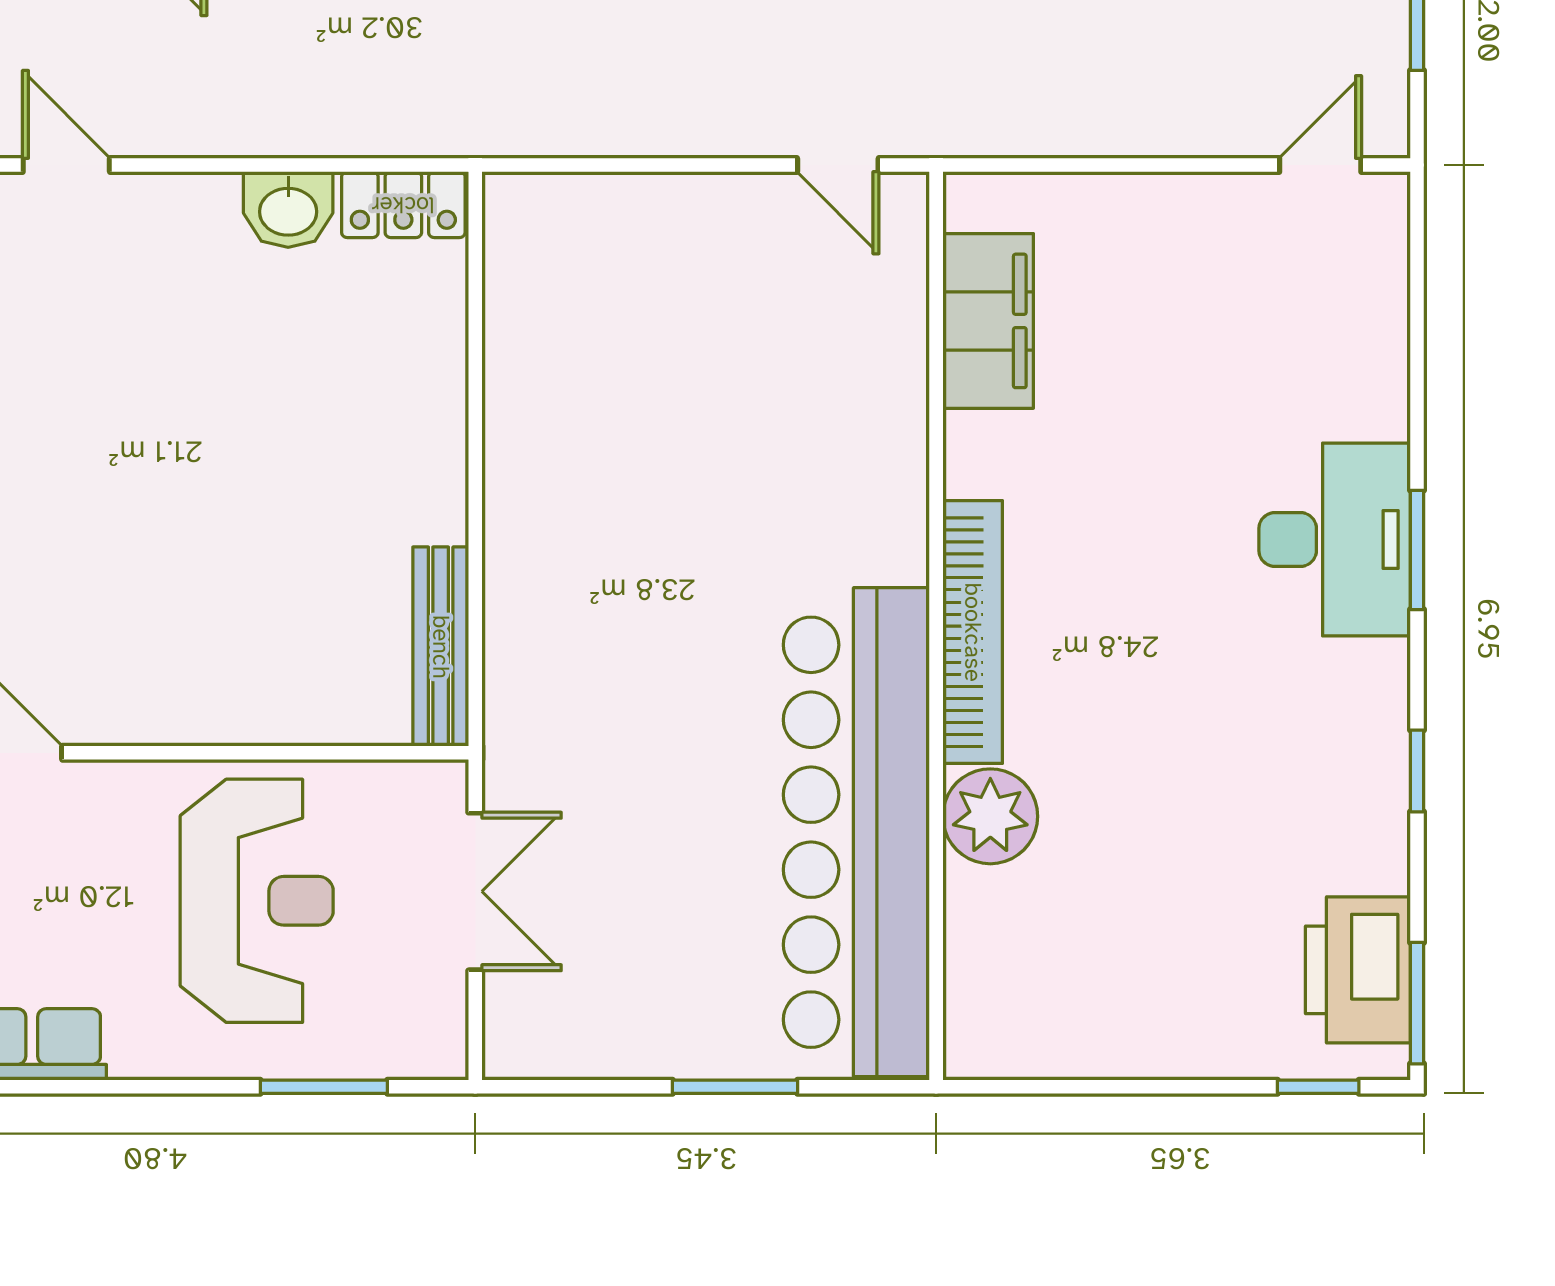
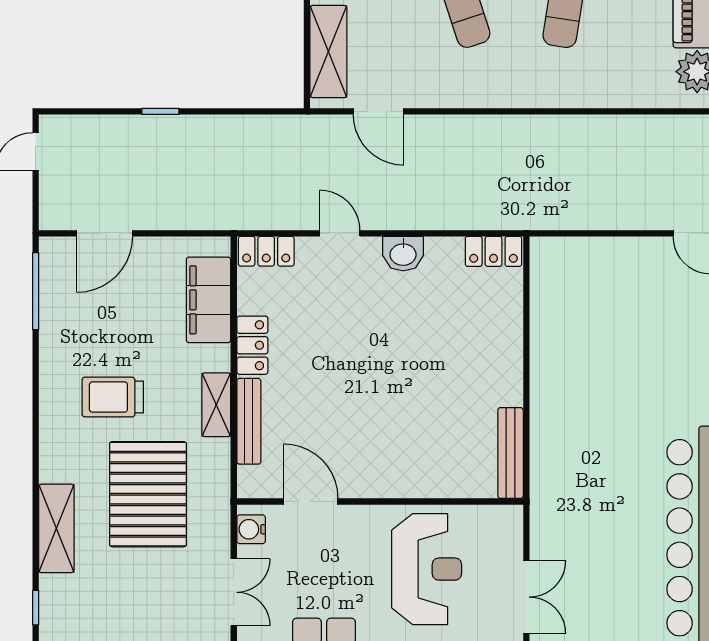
washbasin: (288, 209) -> (403, 254), moved
double door: (475, 891) -> (526, 597), moved

